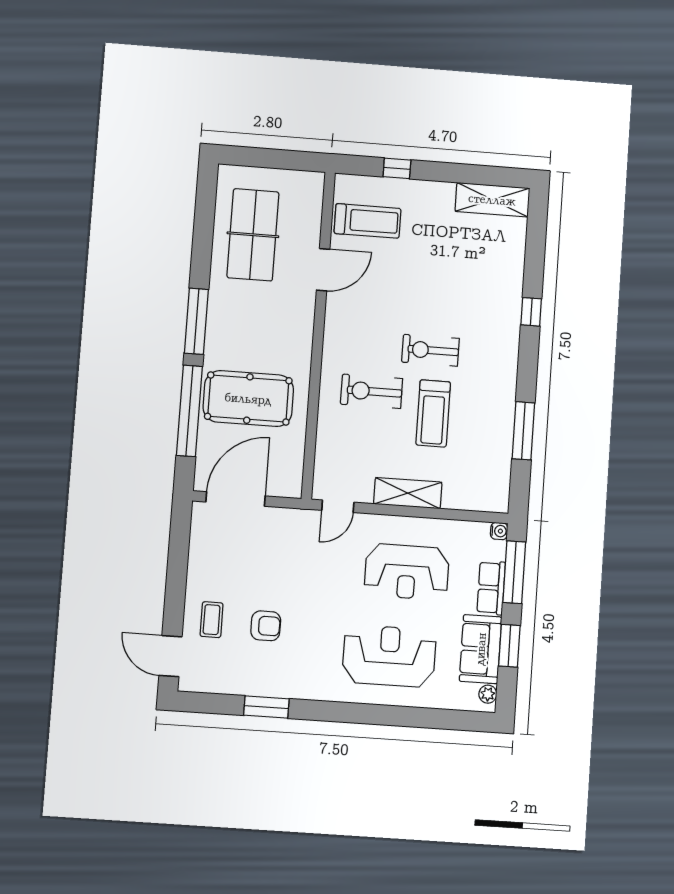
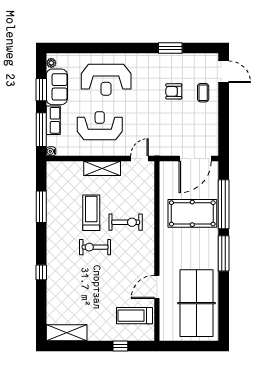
table tennis table: (253, 235) -> (197, 303), width x1.36, depth x1.32
exercise bike: (430, 350) -> (95, 247), turned 180

